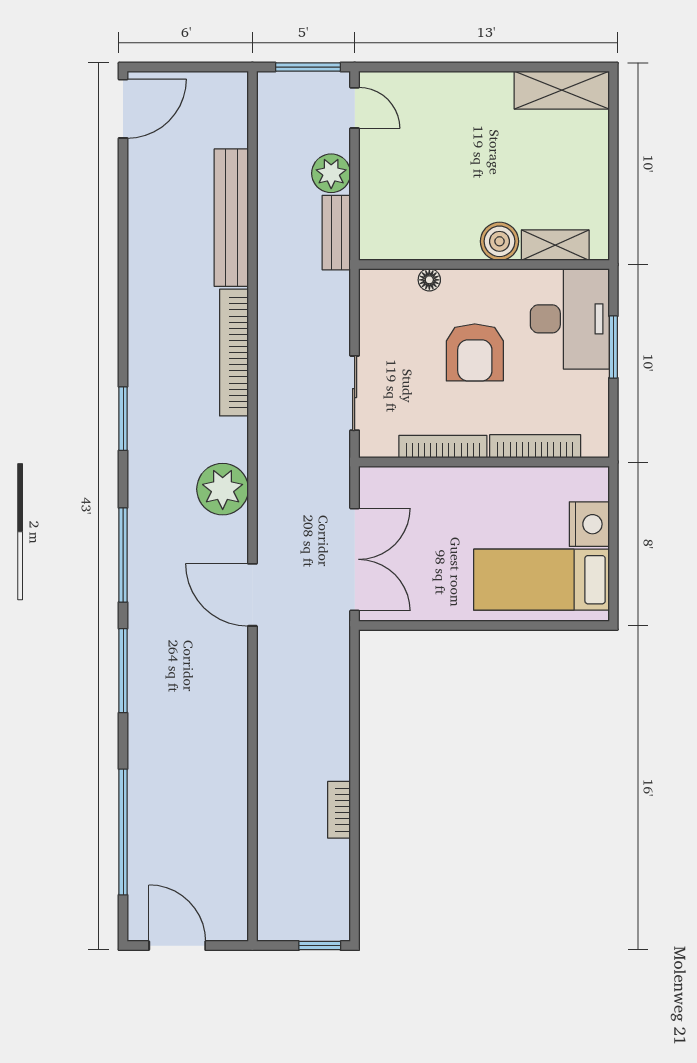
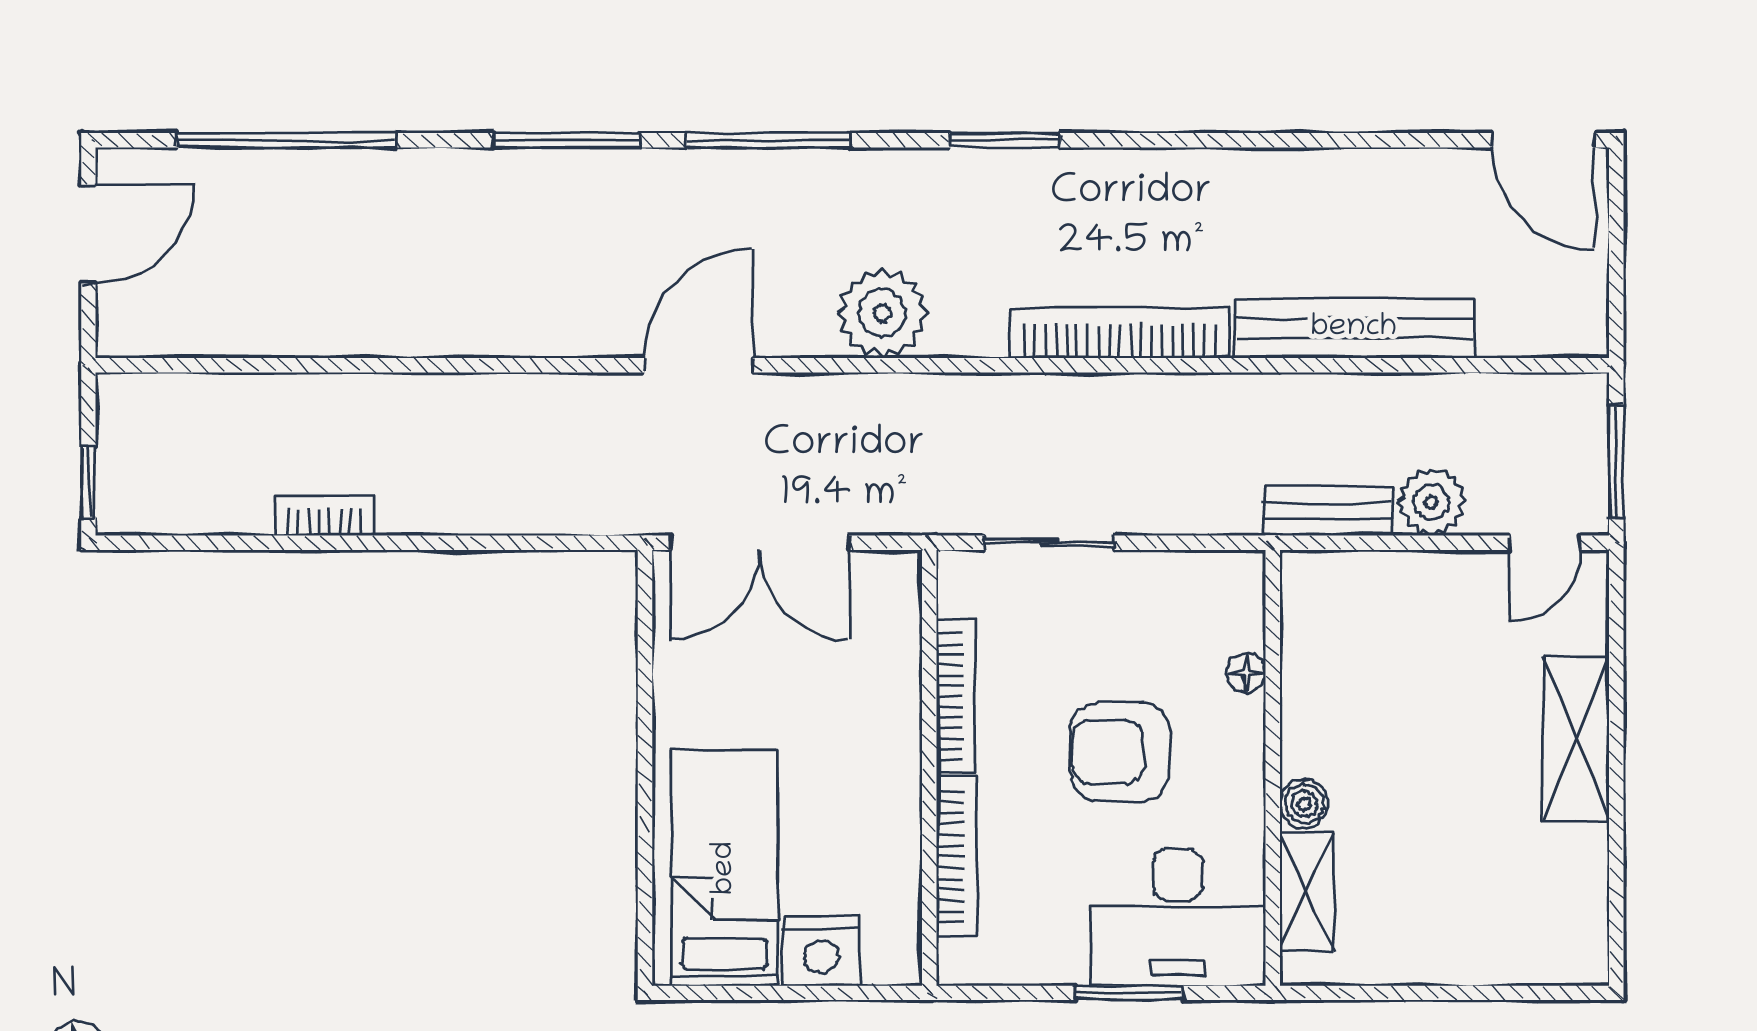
shelving: (562, 90) -> (1576, 738), moved
boiler: (500, 241) -> (1304, 804), width x0.73, depth x0.73

